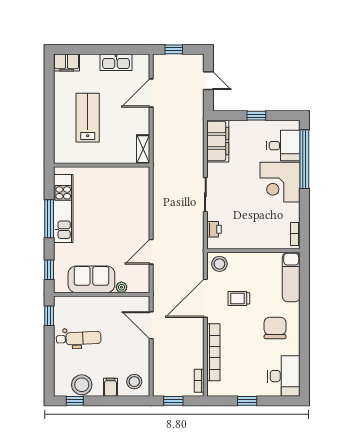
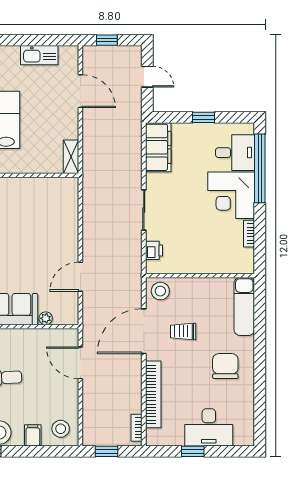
door: (151, 93) -> (80, 91), swing flipped
bookcase: (295, 234) -> (249, 234), moved
desk: (284, 376) -> (209, 427), moved, turned 90

